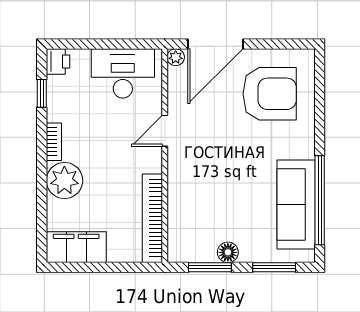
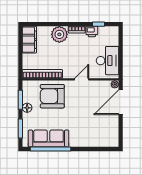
door: (215, 44) -> (121, 102), hinge flipped
printer: (58, 61) -> (92, 31), moved
armchair: (270, 94) -> (52, 96), moved, turned 90
door: (165, 131) -> (82, 79), hinge flipped

